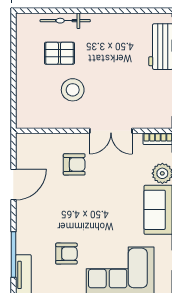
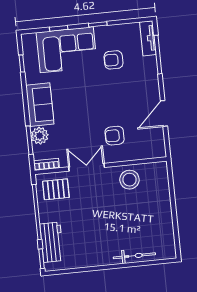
pallet: (59, 53) -> (56, 189), moved
stool: (73, 90) -> (129, 180), moved

